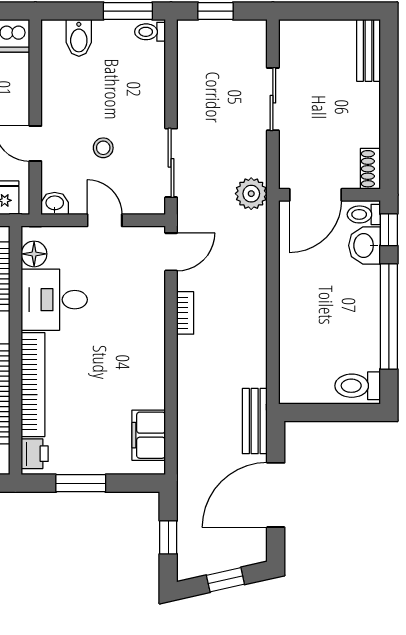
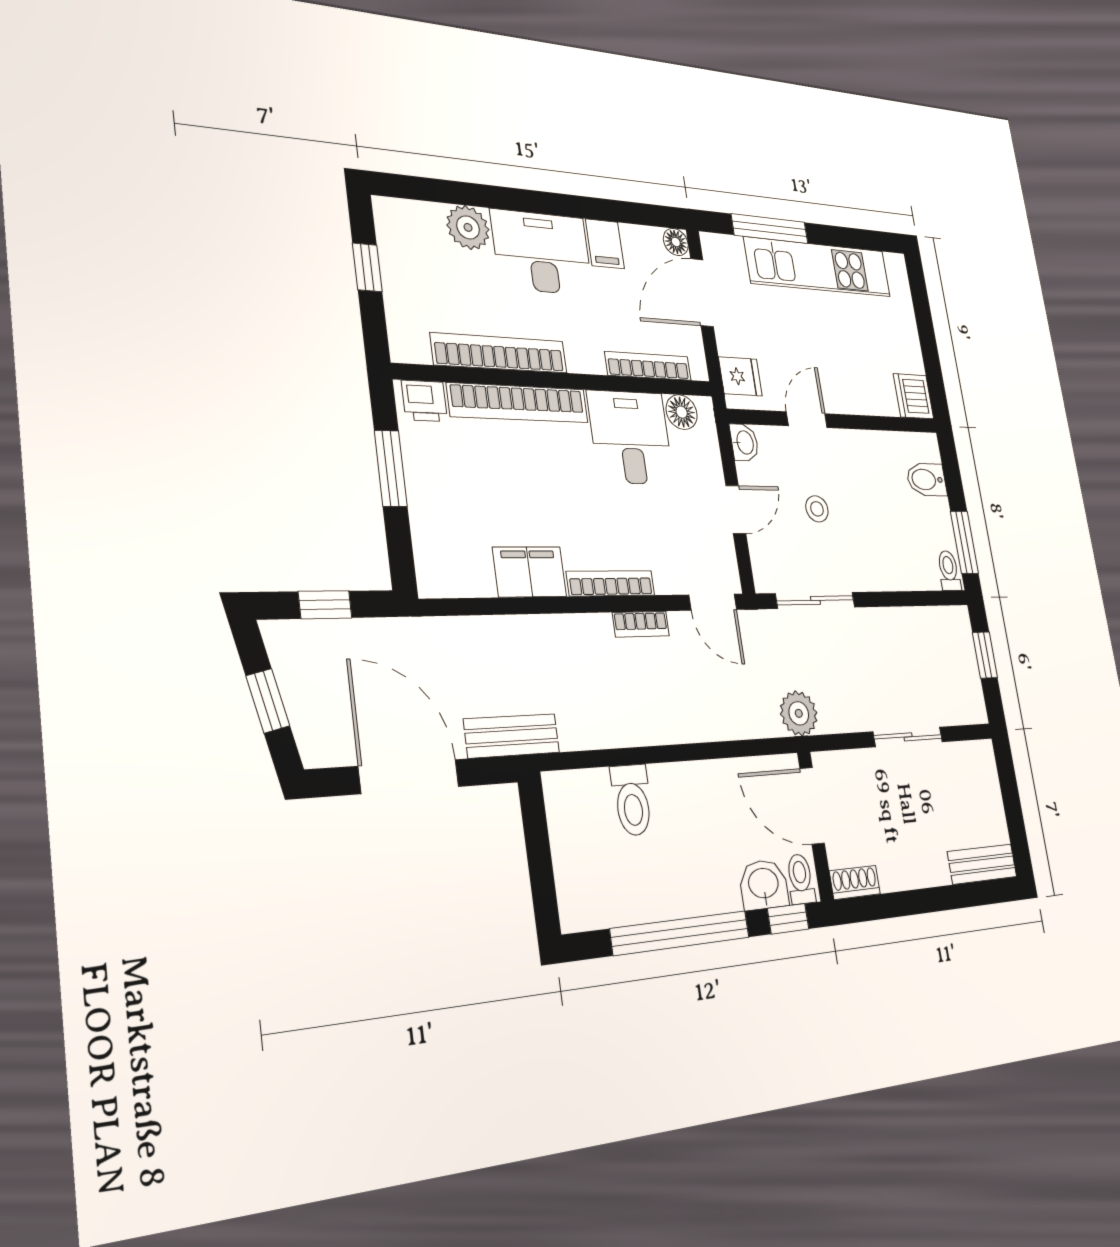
bookcase: (157, 332) -> (611, 583), added
toilet: (358, 386) -> (632, 800), moved, turned 180
filing cabinet: (149, 435) -> (530, 572), moved

